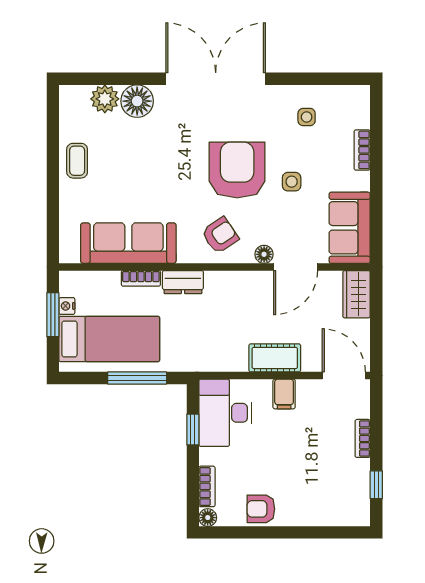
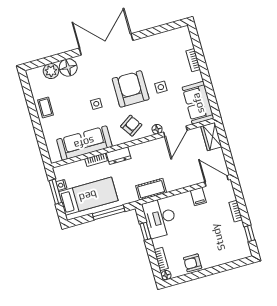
side table: (307, 117) -> (96, 104), moved
cot: (275, 358) -> (151, 189), moved
filing cabinet: (284, 394) -> (198, 196), moved

